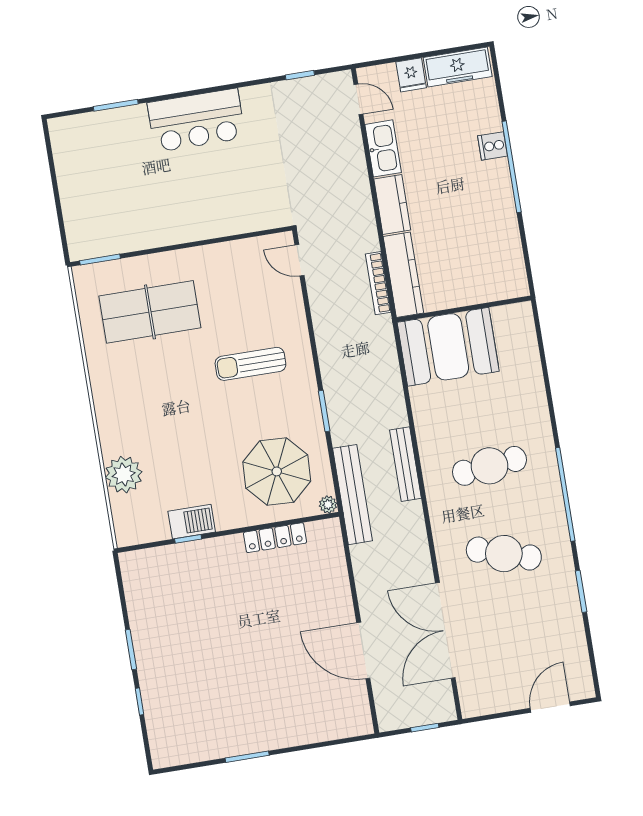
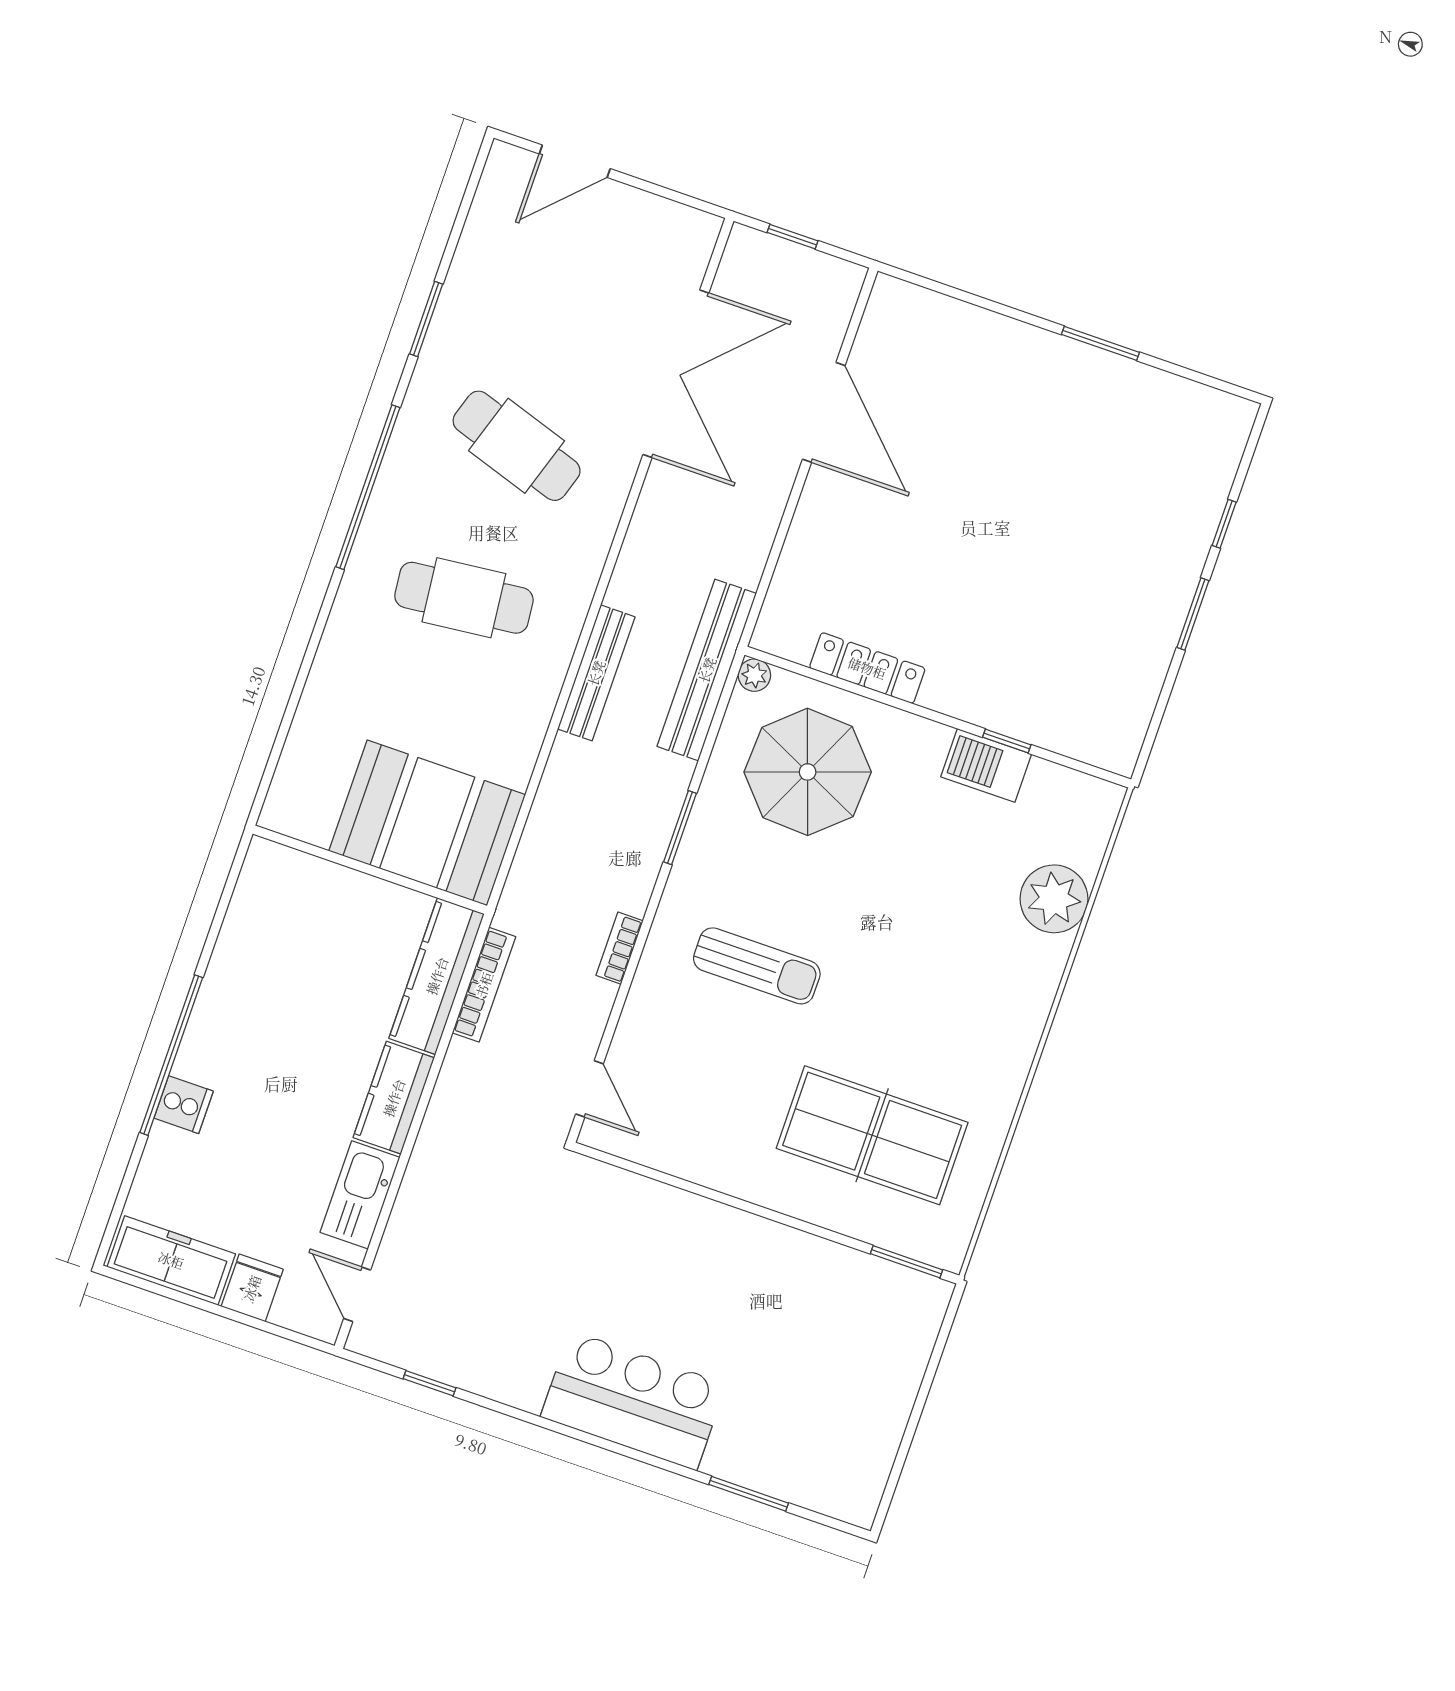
bookcase: (322, 336) -> (620, 948), added

